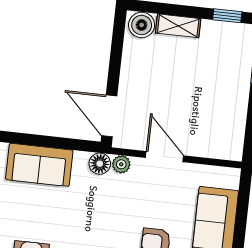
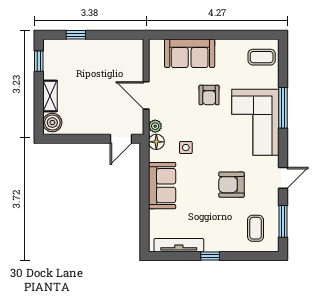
door: (109, 116) -> (121, 139), width x0.73
door: (164, 157) -> (146, 95), hinge flipped
side table: (88, 203) -> (186, 148), added

